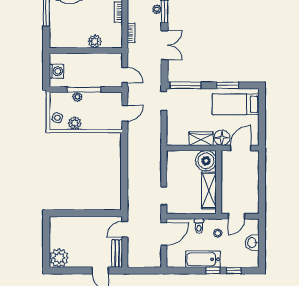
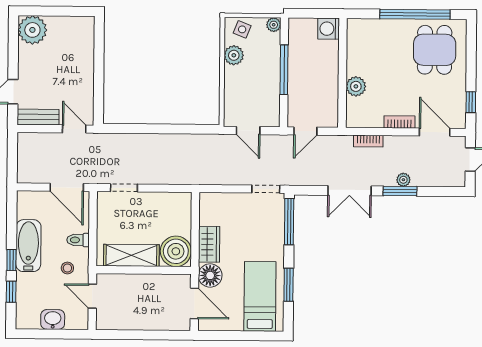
washing machine: (56, 71) -> (329, 29), moved, turned 90
plant: (77, 97) -> (274, 25), moved

